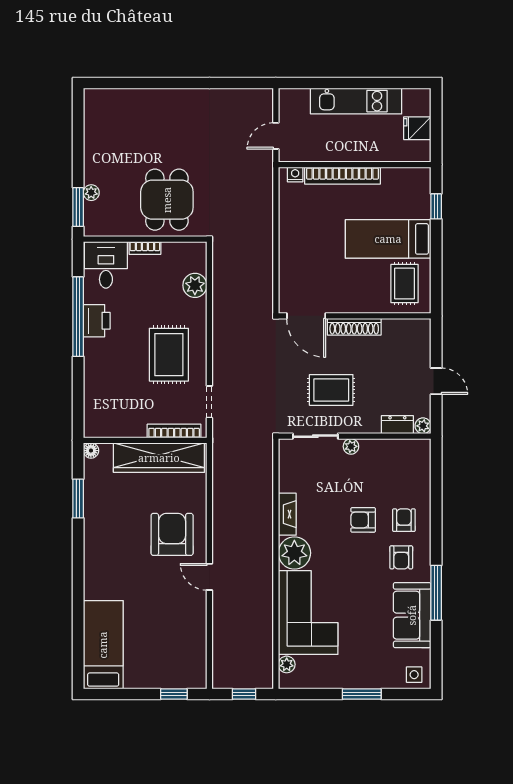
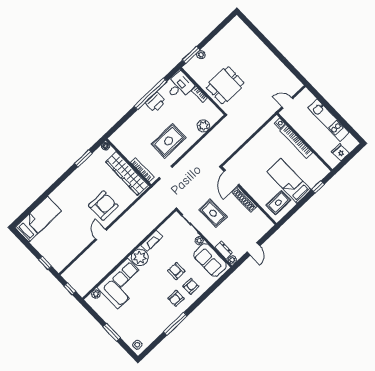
sofa: (412, 615) -> (210, 260), moved, turned -90

